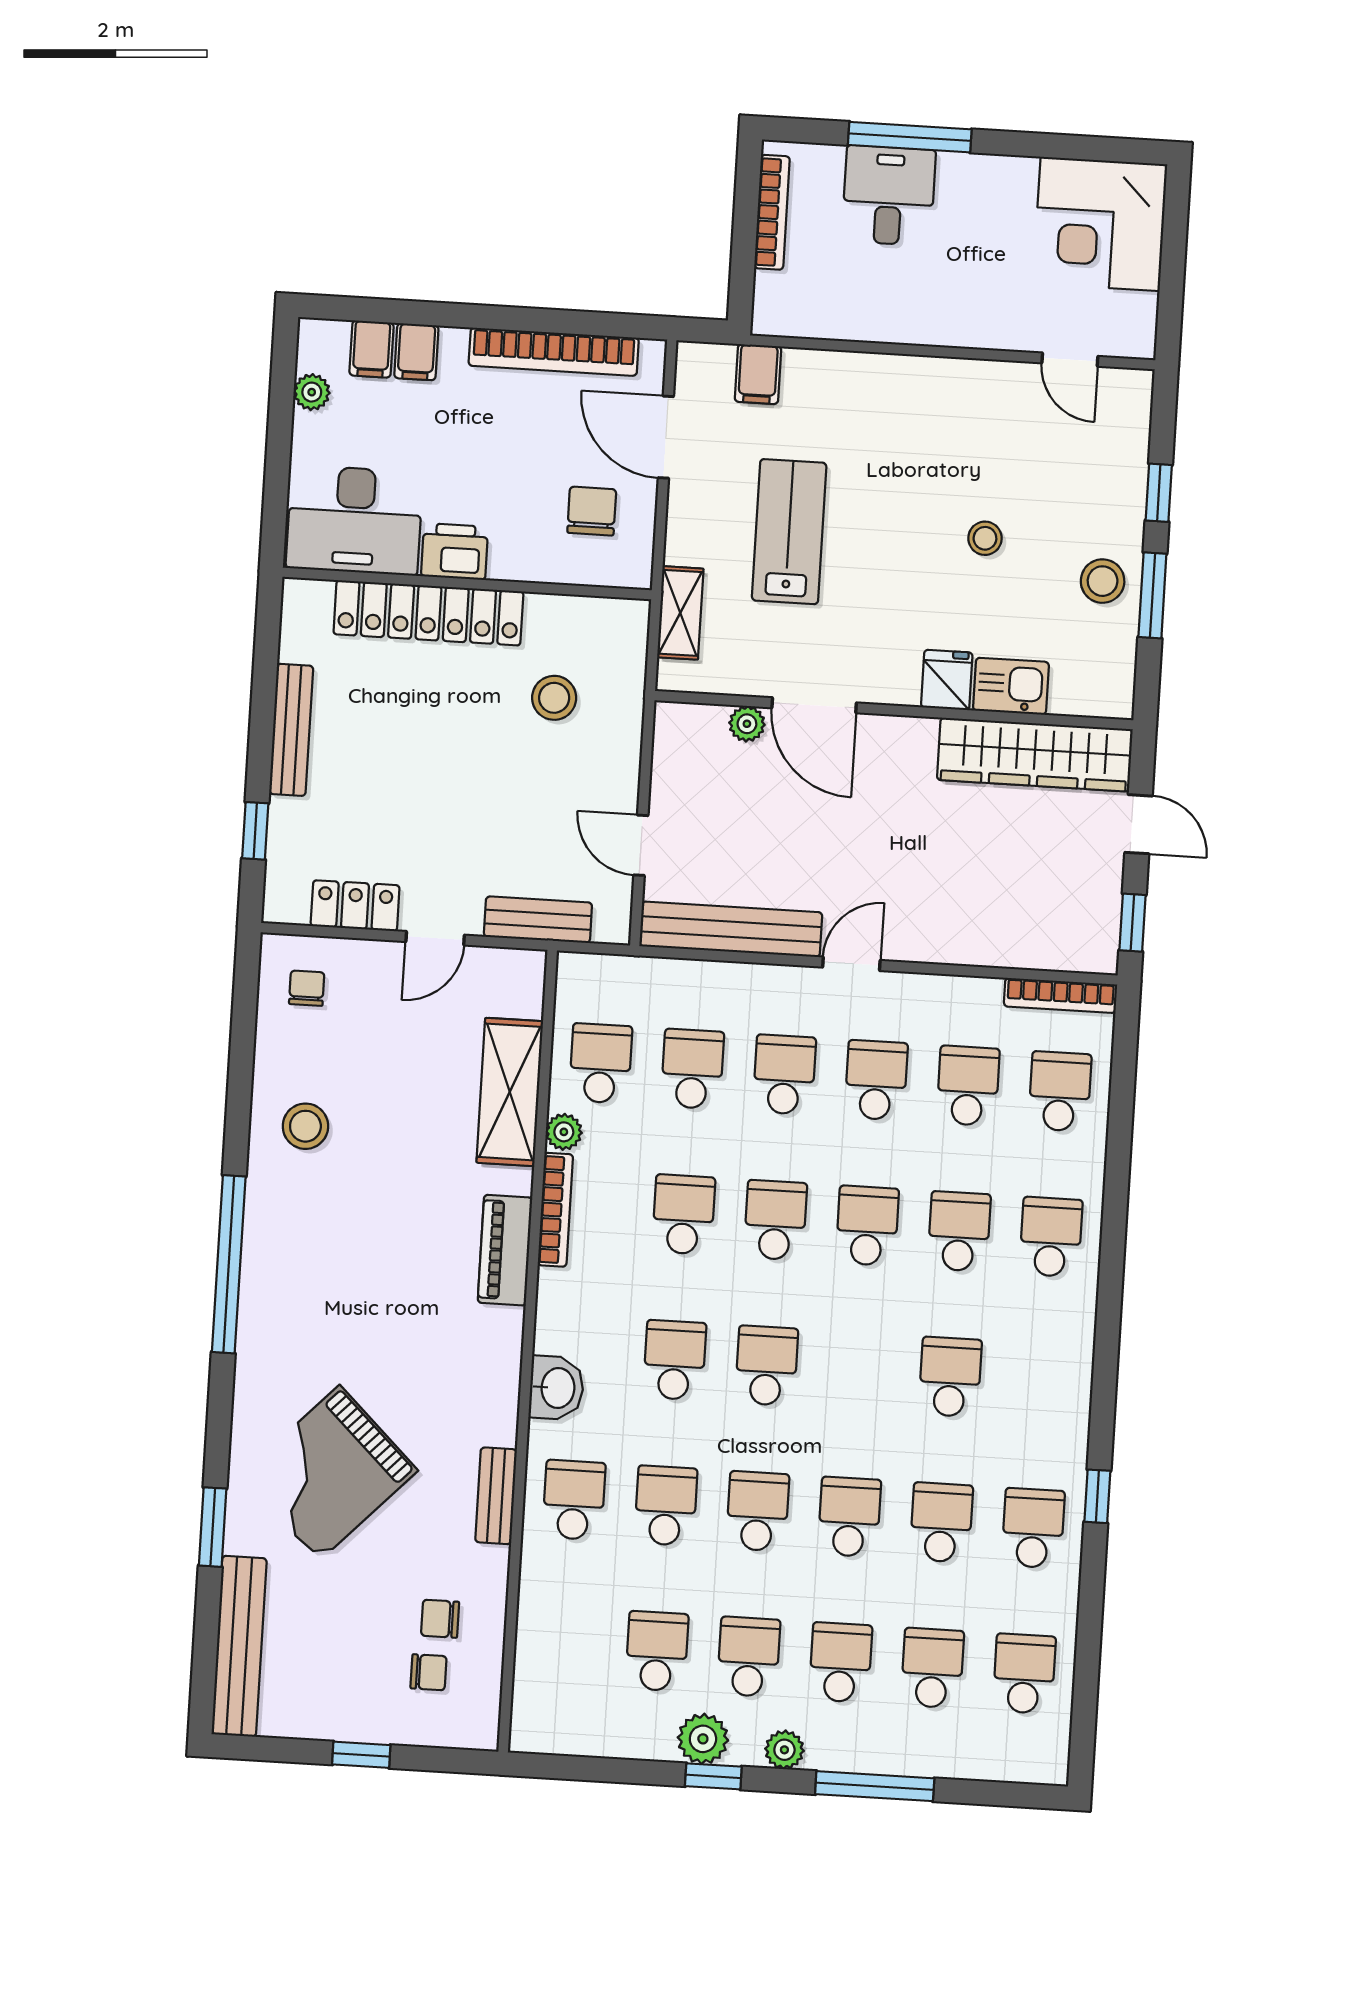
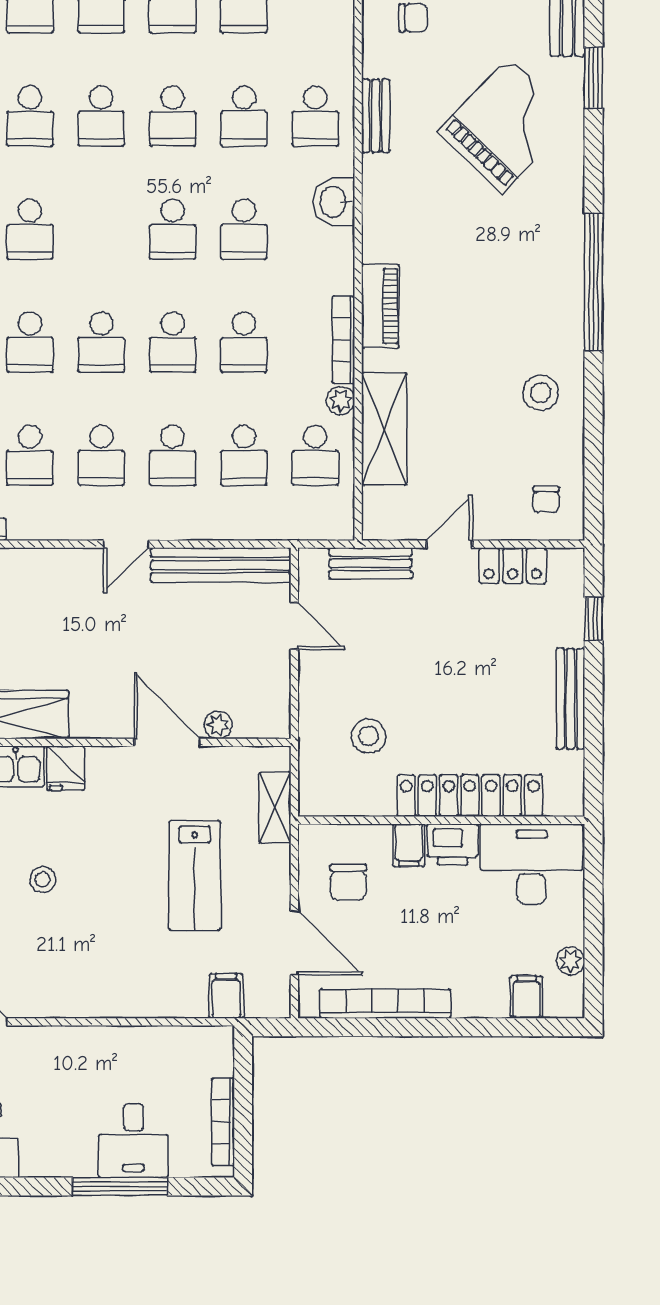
filing cabinet: (416, 352) -> (409, 845), moved, turned 180

